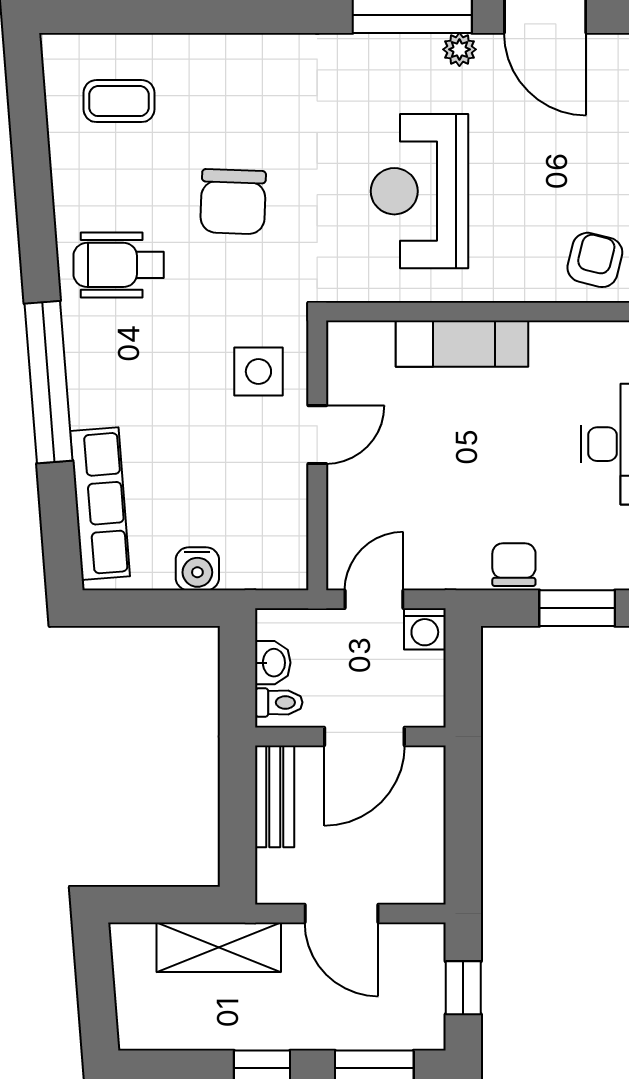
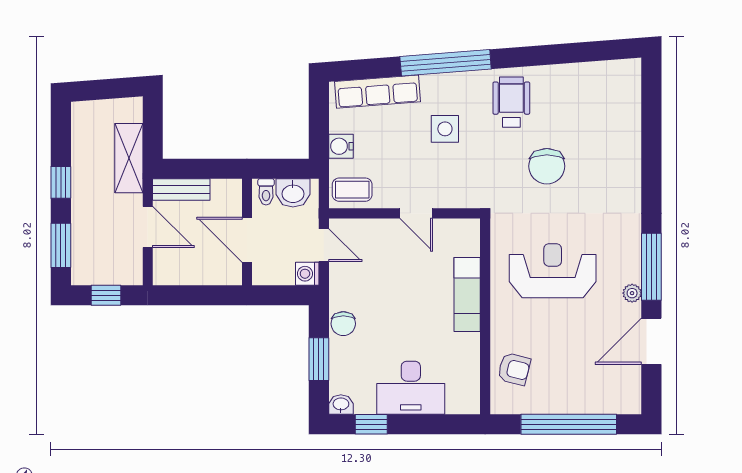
coffee table: (119, 101) -> (352, 190), moved, turned 90
chair: (233, 202) -> (547, 166), turned -92
side table: (258, 372) -> (445, 129), moved
chair: (514, 565) -> (343, 324), turned 90
washbasin: (273, 663) -> (293, 193), width x1.38, depth x1.45
bench: (275, 796) -> (181, 190), moved
door: (341, 913) -> (148, 227), swing flipped

